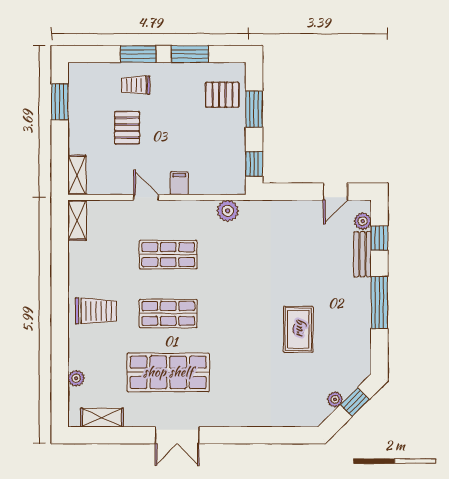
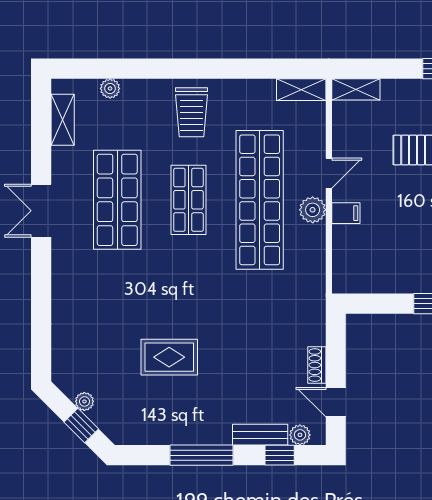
window: (254, 164) -> (369, 304), removed
shoe rack: (305, 207) -> (317, 365), added
plant: (228, 211) -> (313, 210), moved
shop shelf: (168, 255) -> (260, 200), width x2.00, depth x1.36

